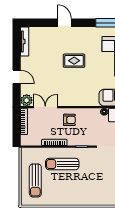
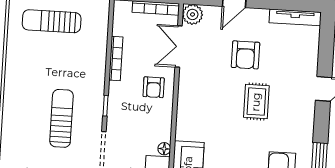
armchair: (48, 69) -> (245, 55), added
double door: (45, 107) -> (179, 46), swing flipped
sun lounger: (62, 164) -> (61, 118), moved

